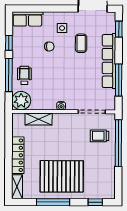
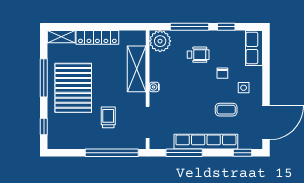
wheelchair: (24, 75) -> (198, 55), moved
shelving: (39, 119) -> (137, 69), width x1.50, depth x1.33
trolley: (99, 136) -> (108, 117), moved

